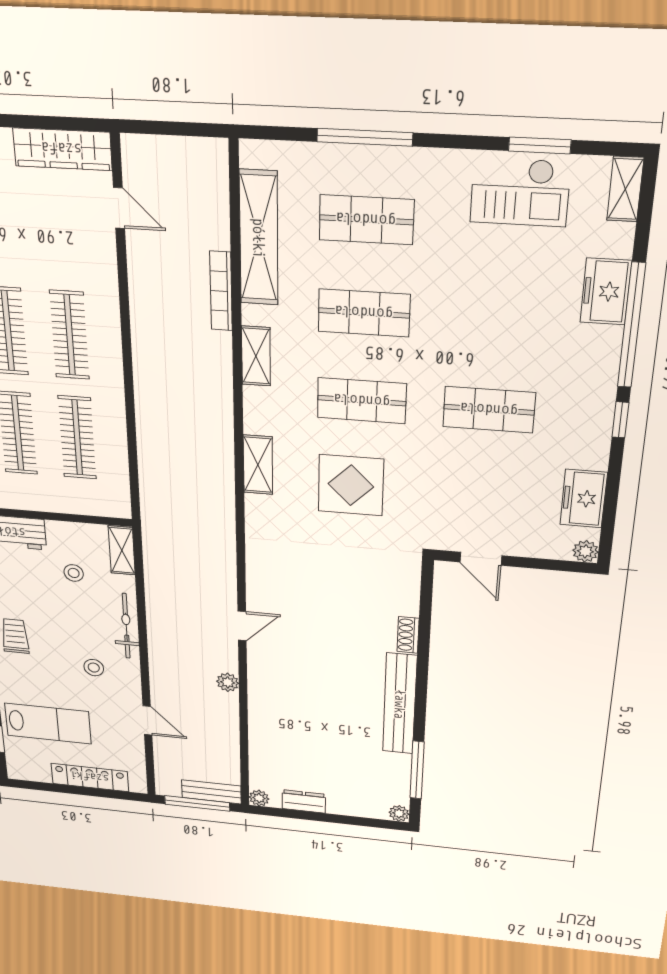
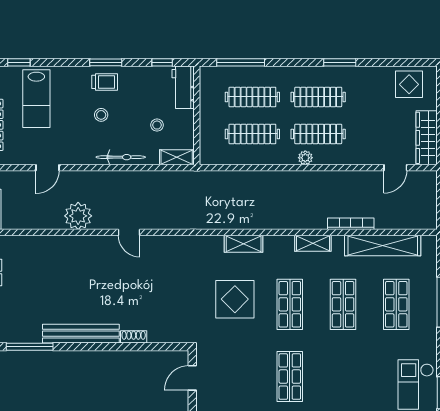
plant: (111, 359) -> (305, 158), added
stool: (94, 668) -> (101, 115), moved
plant: (228, 682) -> (78, 216), width x1.88, depth x1.88

